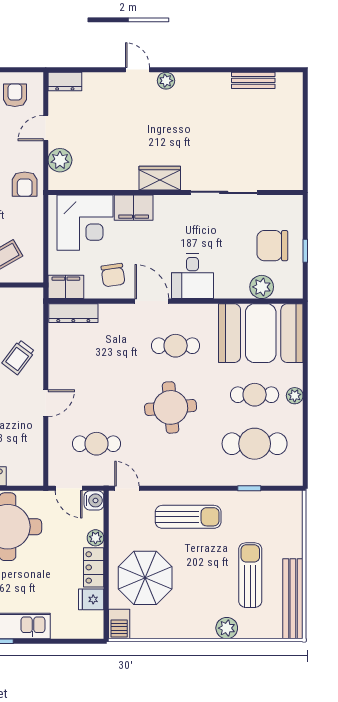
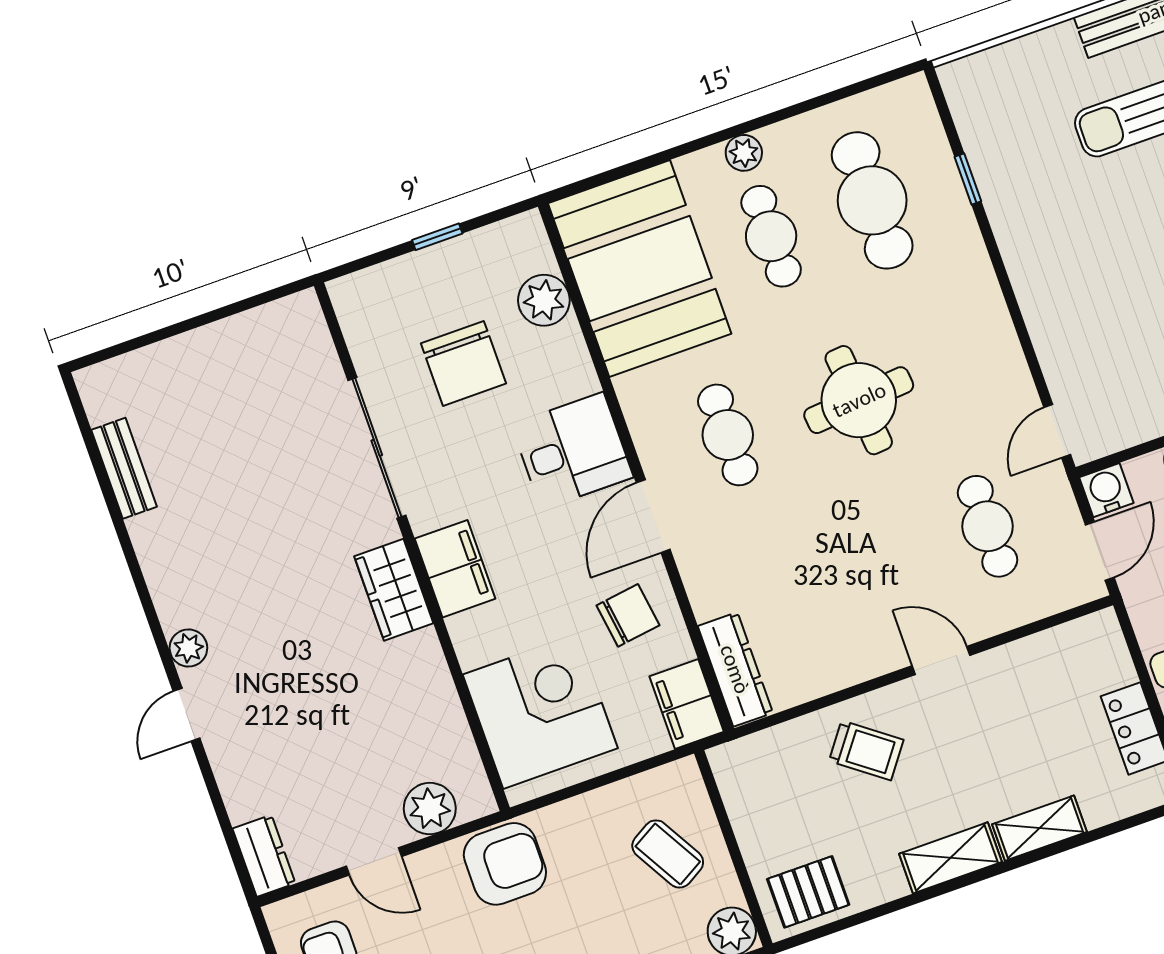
armchair: (25, 184) -> (505, 864), width x1.38, depth x1.38
filing cabinet: (134, 208) -> (455, 569), moved
chair: (272, 246) -> (463, 363), moved
sun lounger: (188, 517) -> (1071, 284), removed

